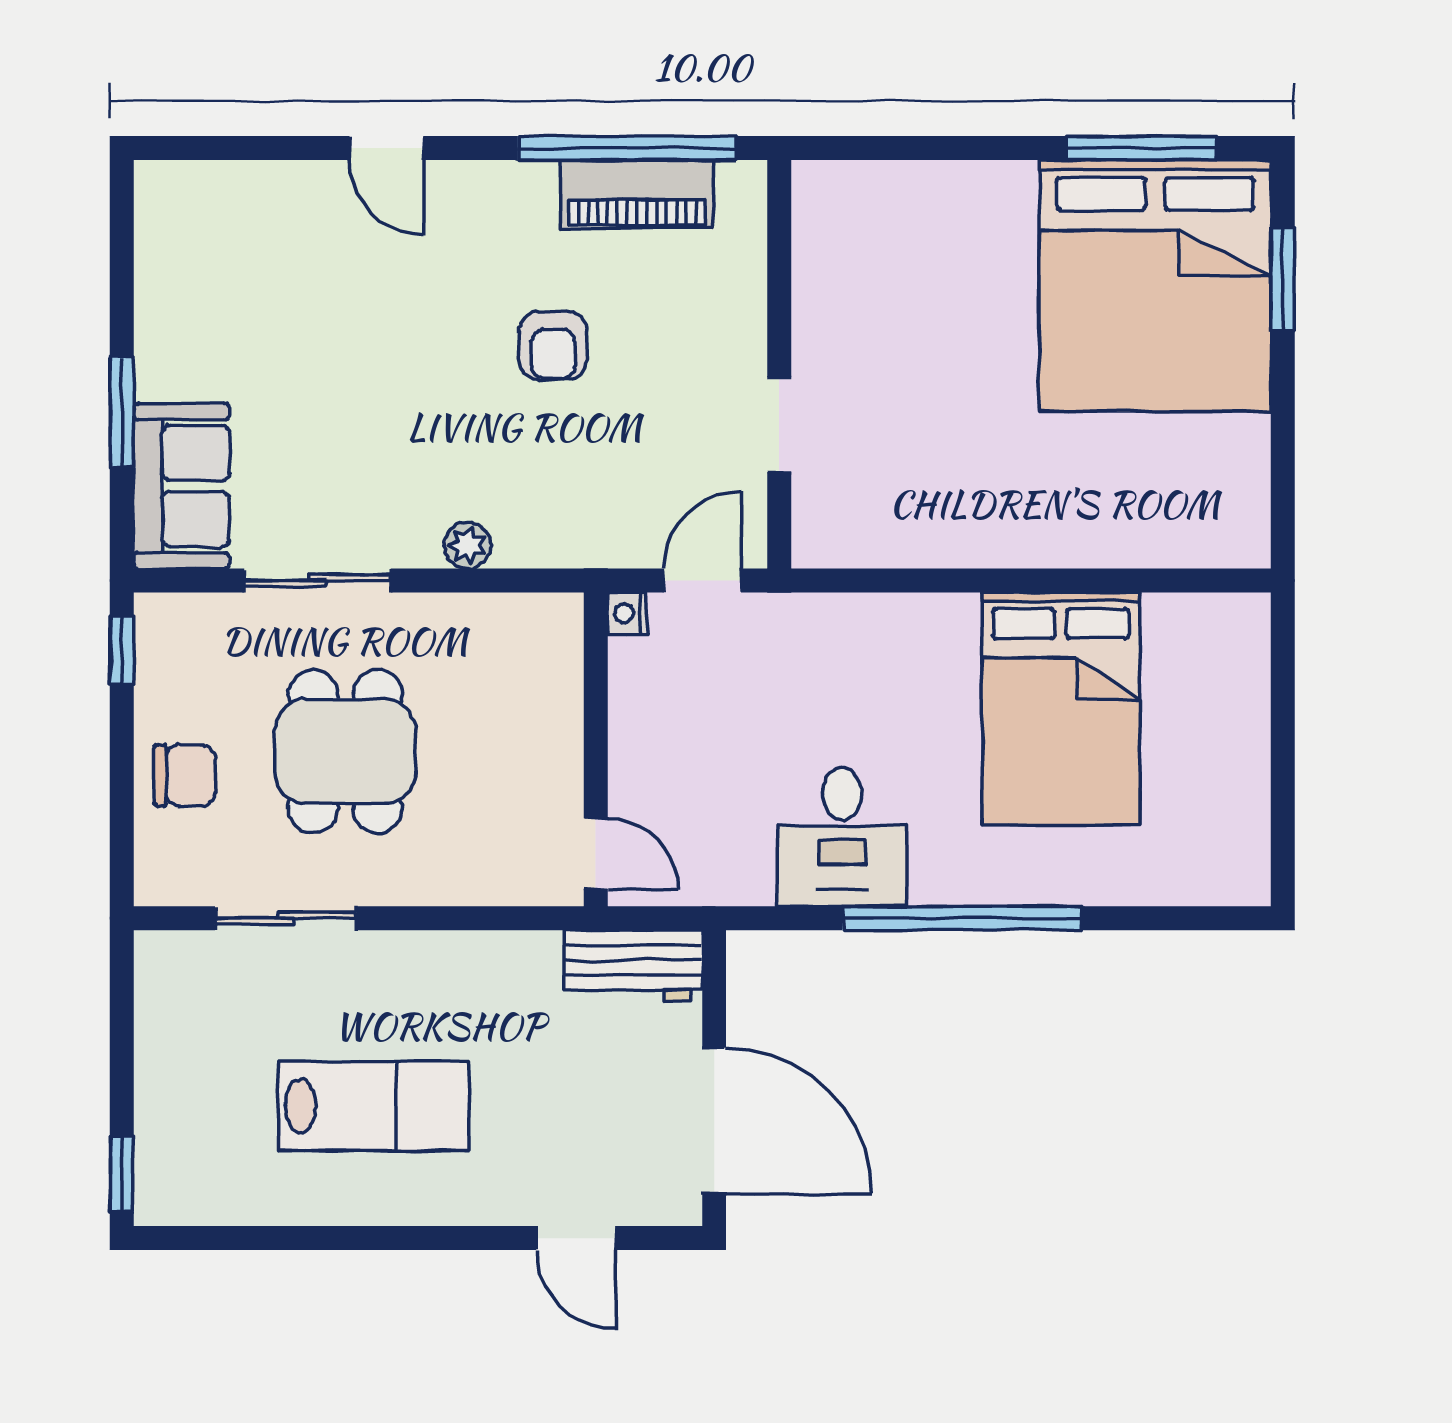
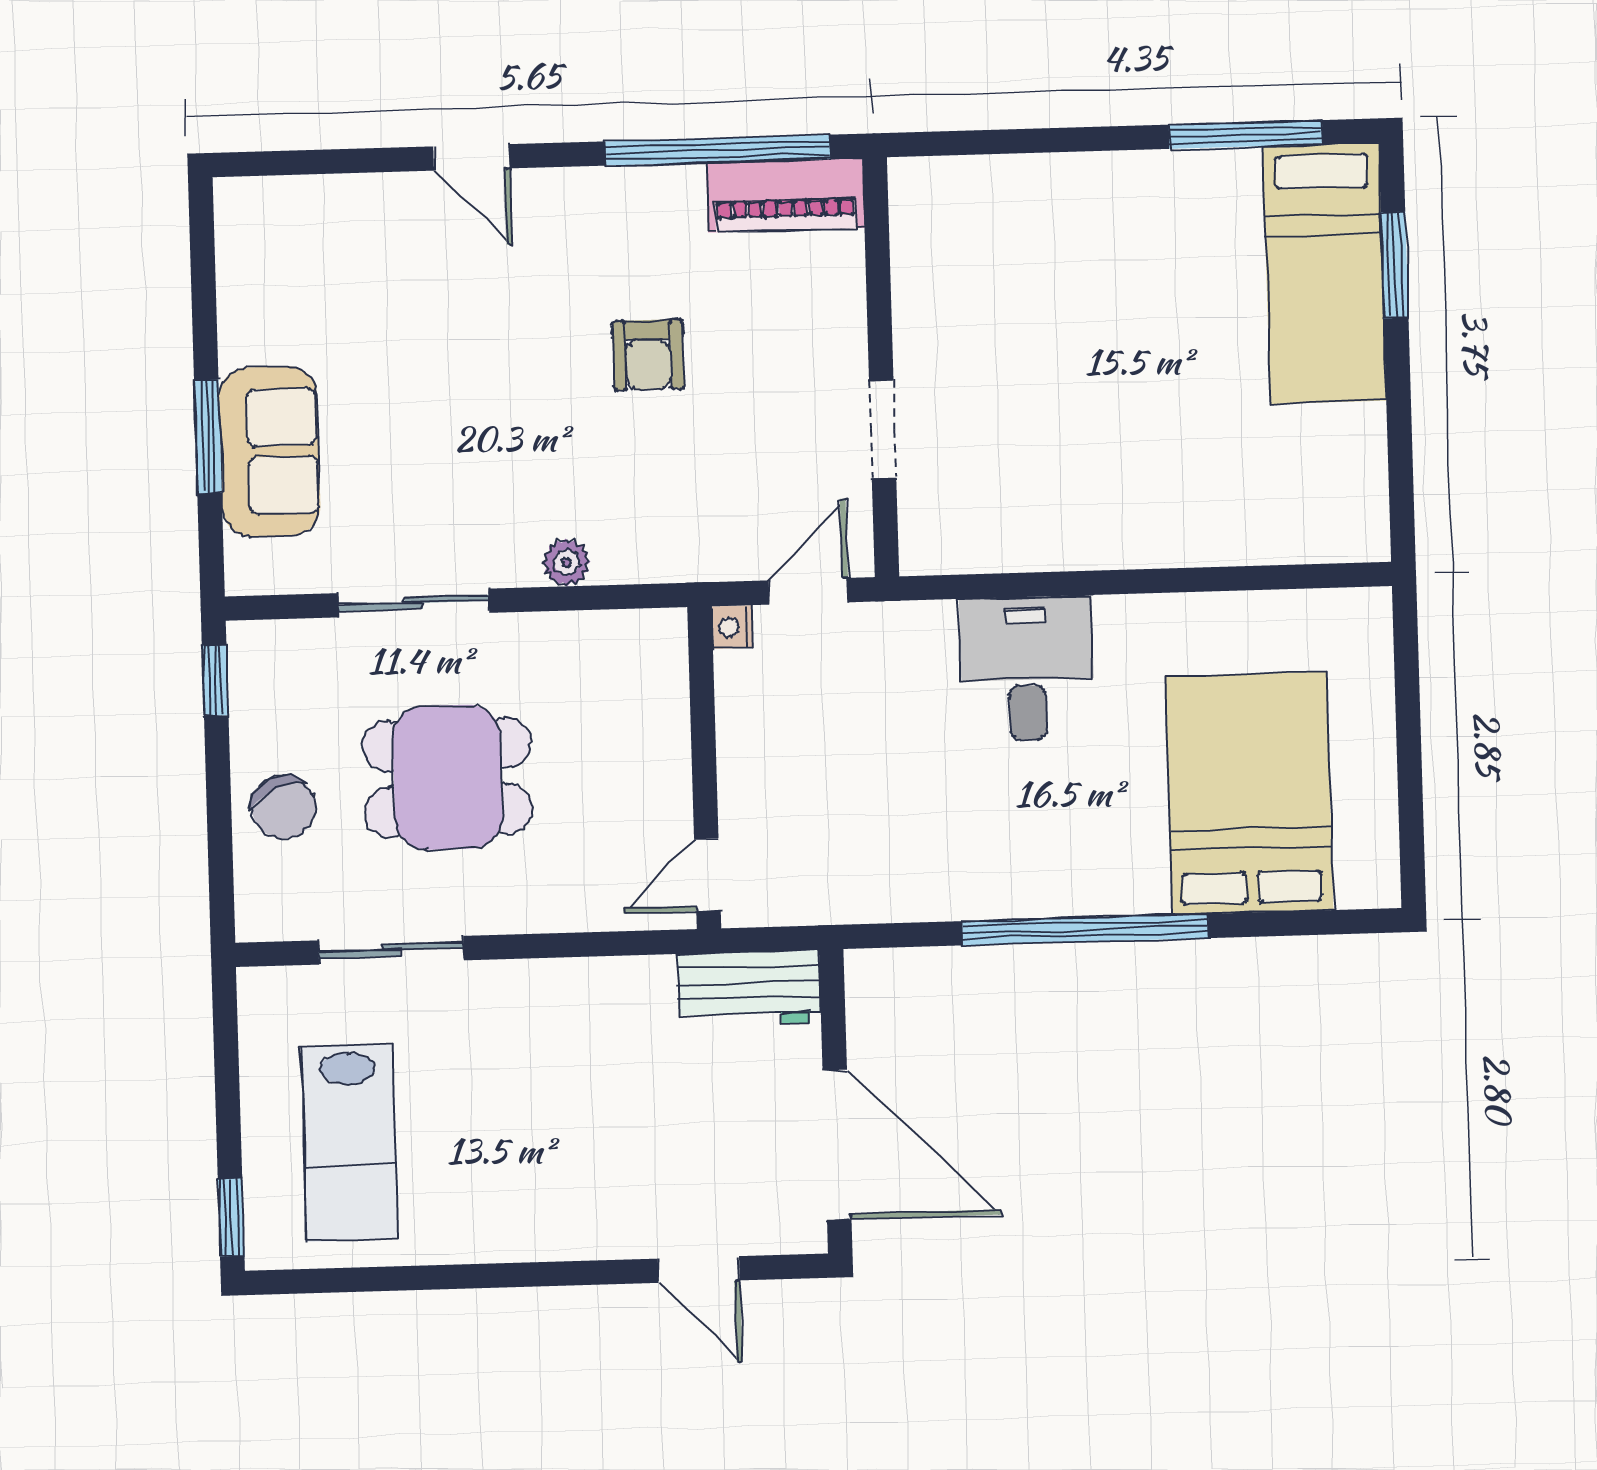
piano: (637, 194) -> (785, 195), moved
bed: (1155, 286) -> (1325, 273), width x0.49
sofa: (181, 486) -> (270, 452), moved
bed: (1061, 709) -> (1249, 793), moved, turned 180
dining table: (345, 751) -> (448, 777), turned 90
chair: (185, 775) -> (284, 807), turned 66
desk: (842, 837) -> (1027, 668), moved, turned 180
door: (596, 854) -> (707, 875), swing flipped
lab bench: (373, 1106) -> (349, 1143), moved, turned 90

